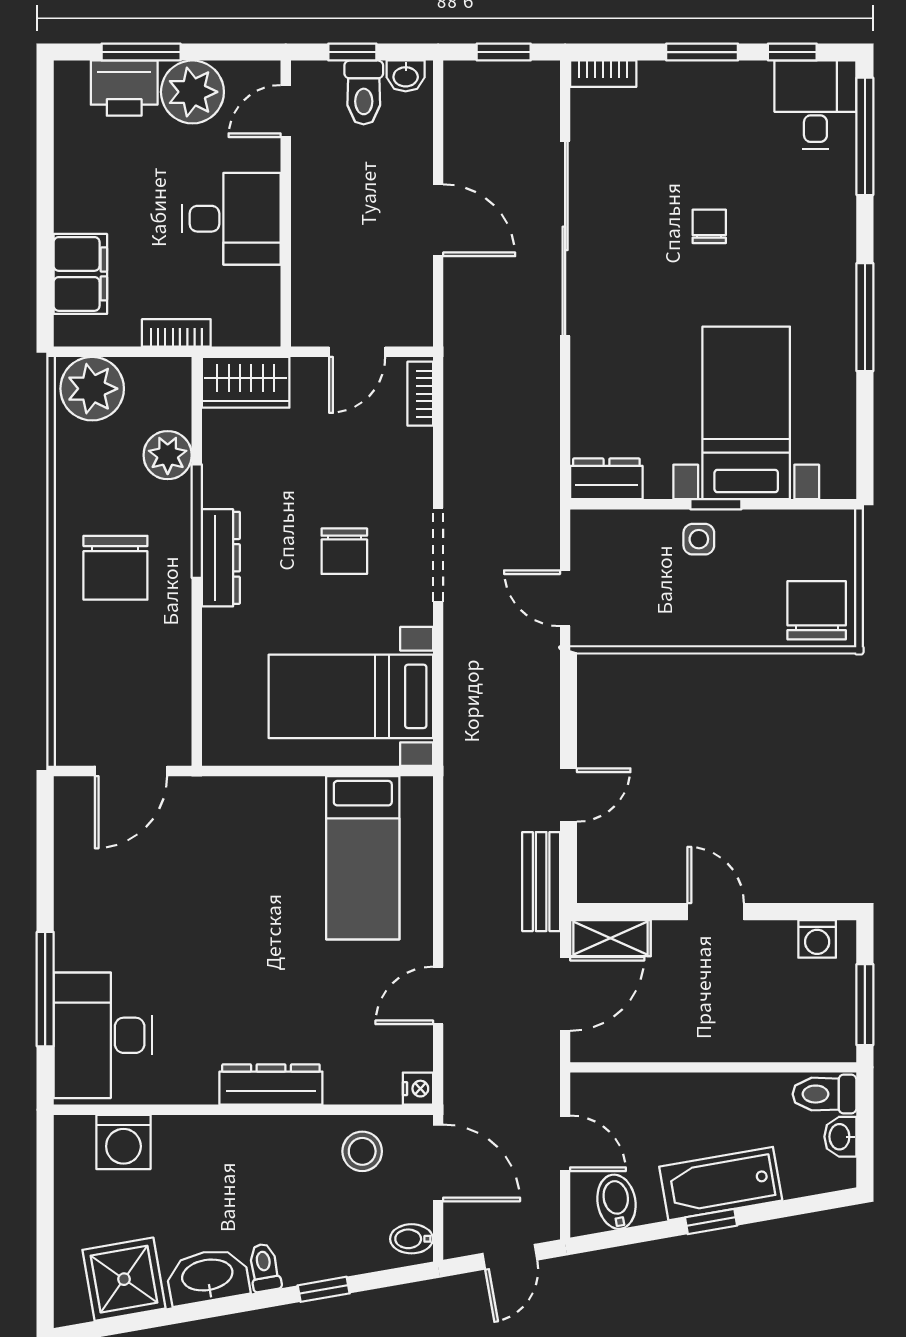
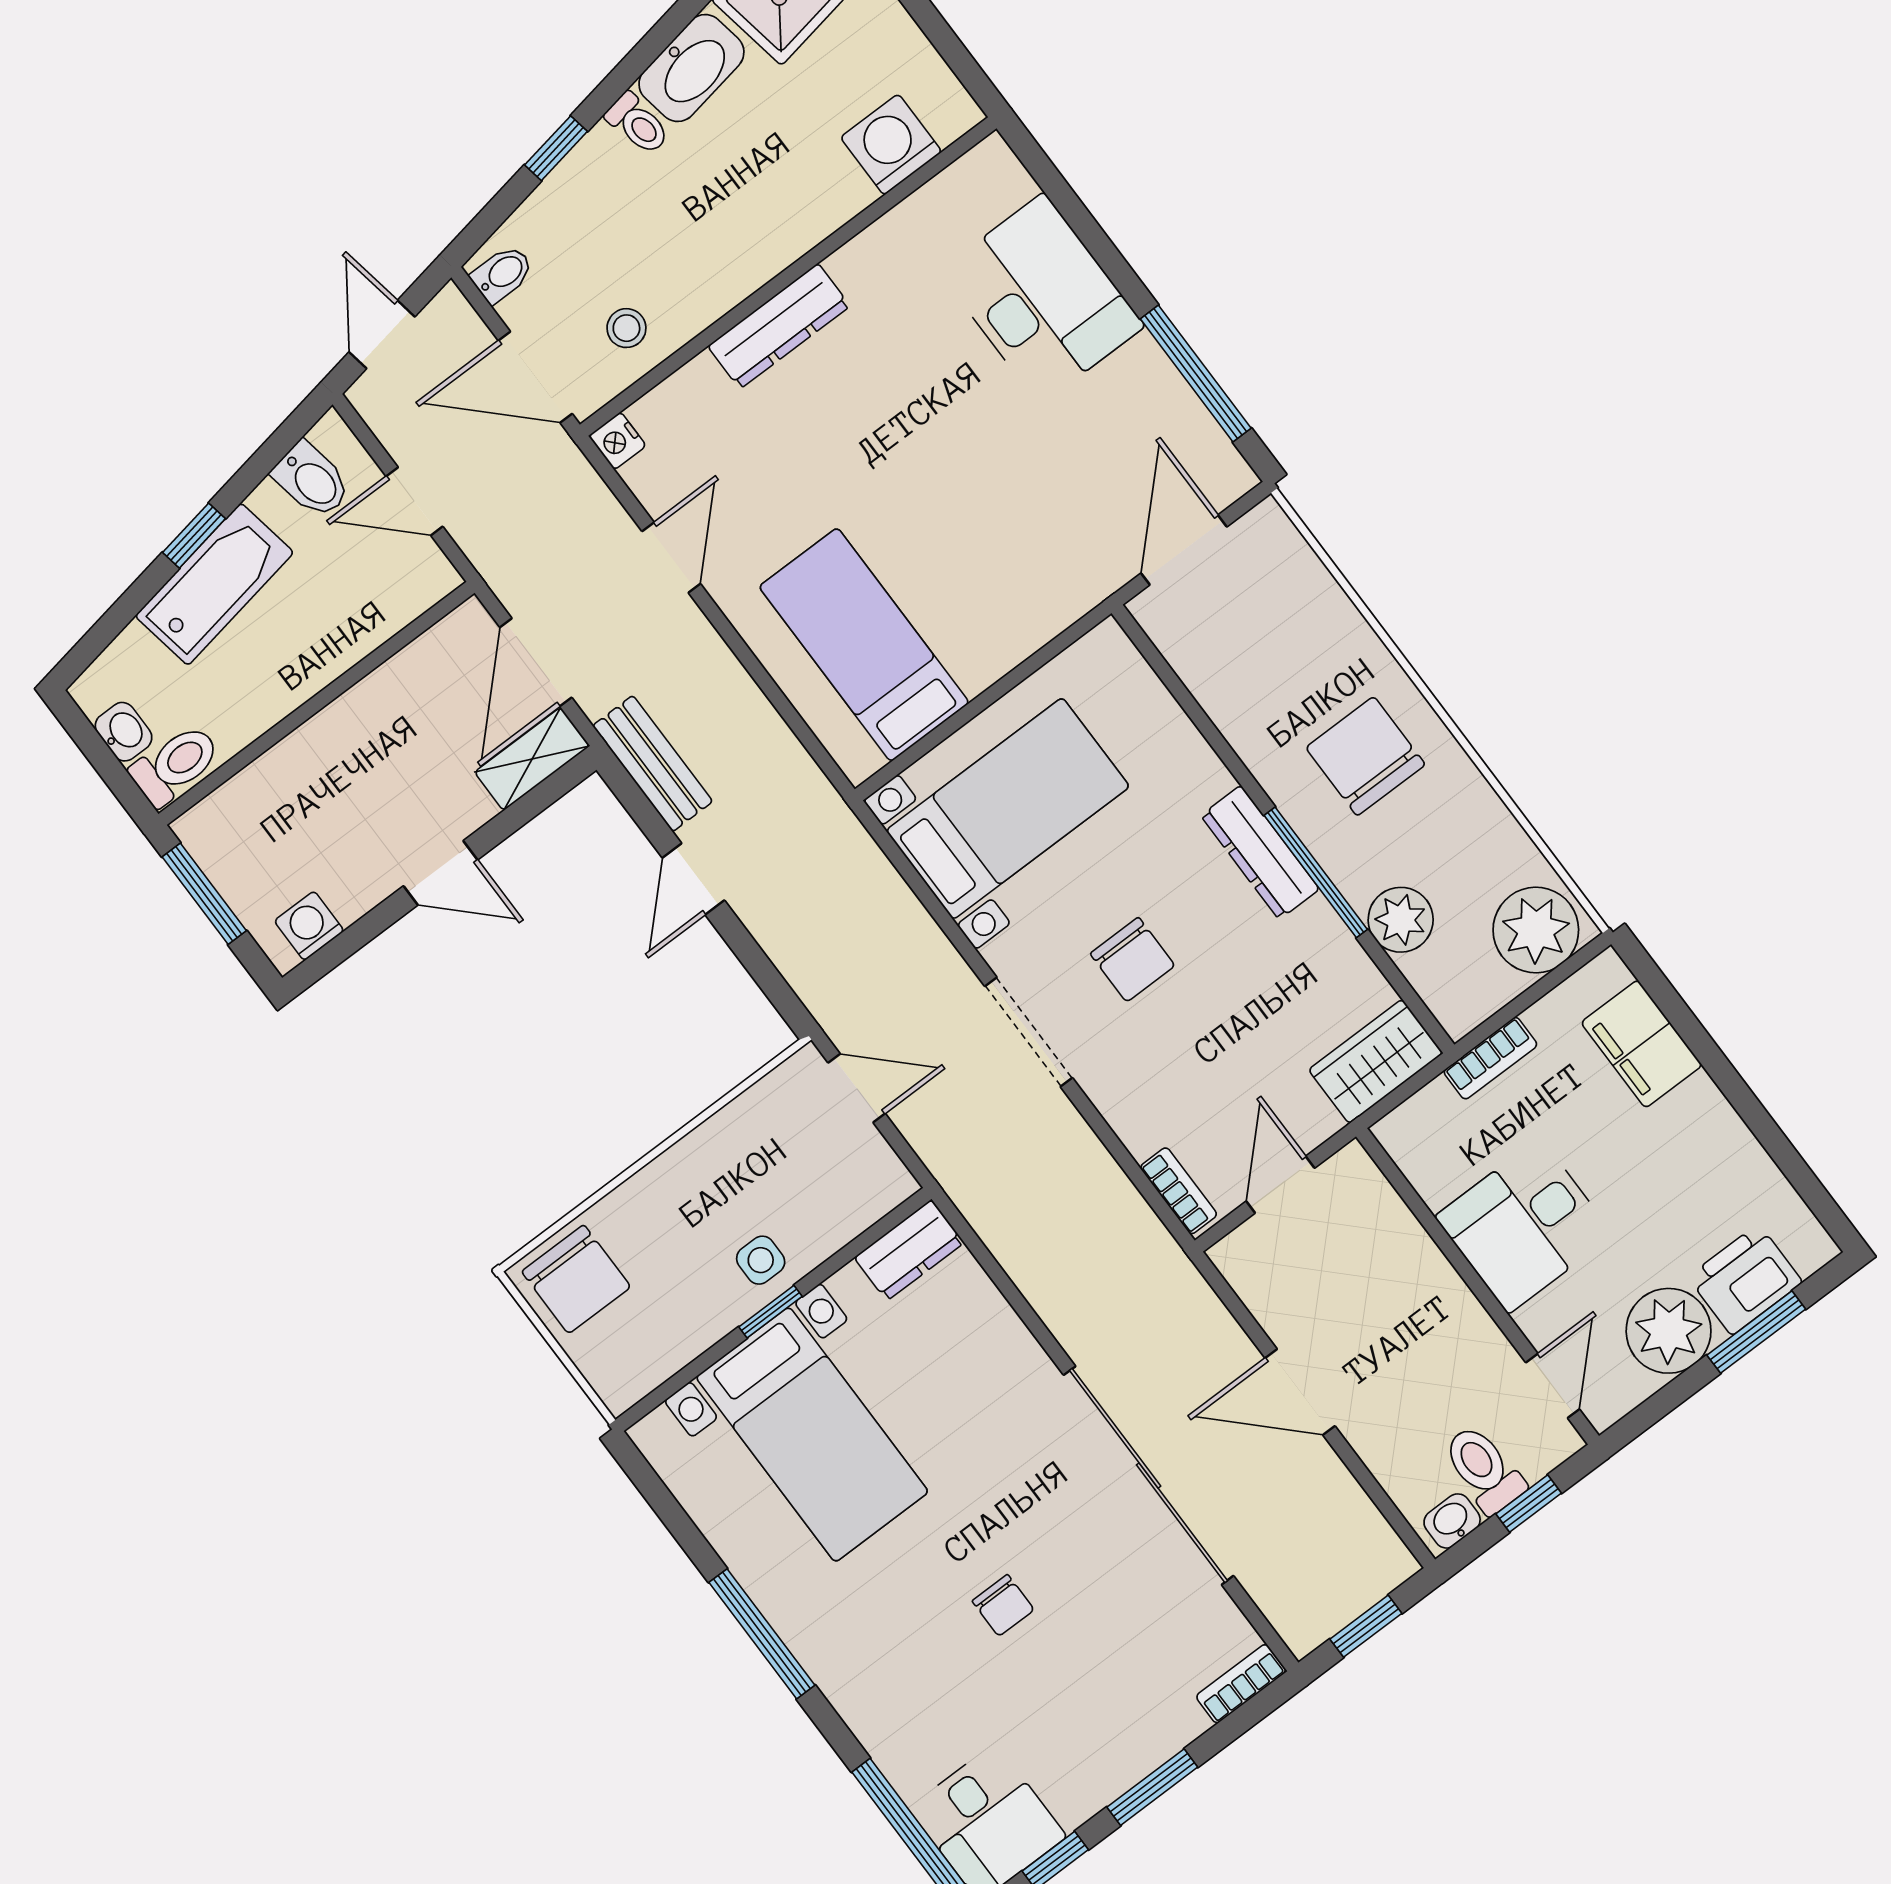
chair: (344, 551) -> (1133, 960), turned 180
window: (45, 989) -> (1196, 374), moved
desk: (103, 1035) -> (1042, 299), moved
stool: (362, 1151) -> (626, 328), width x0.73, depth x0.73

